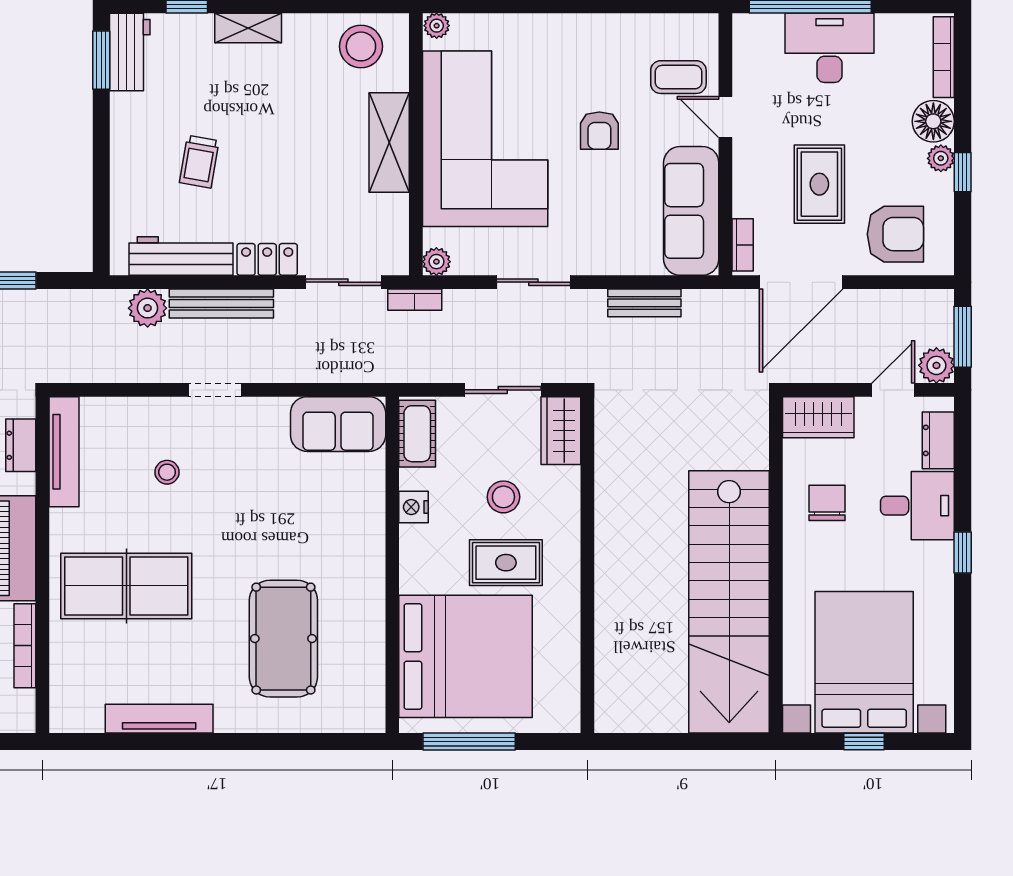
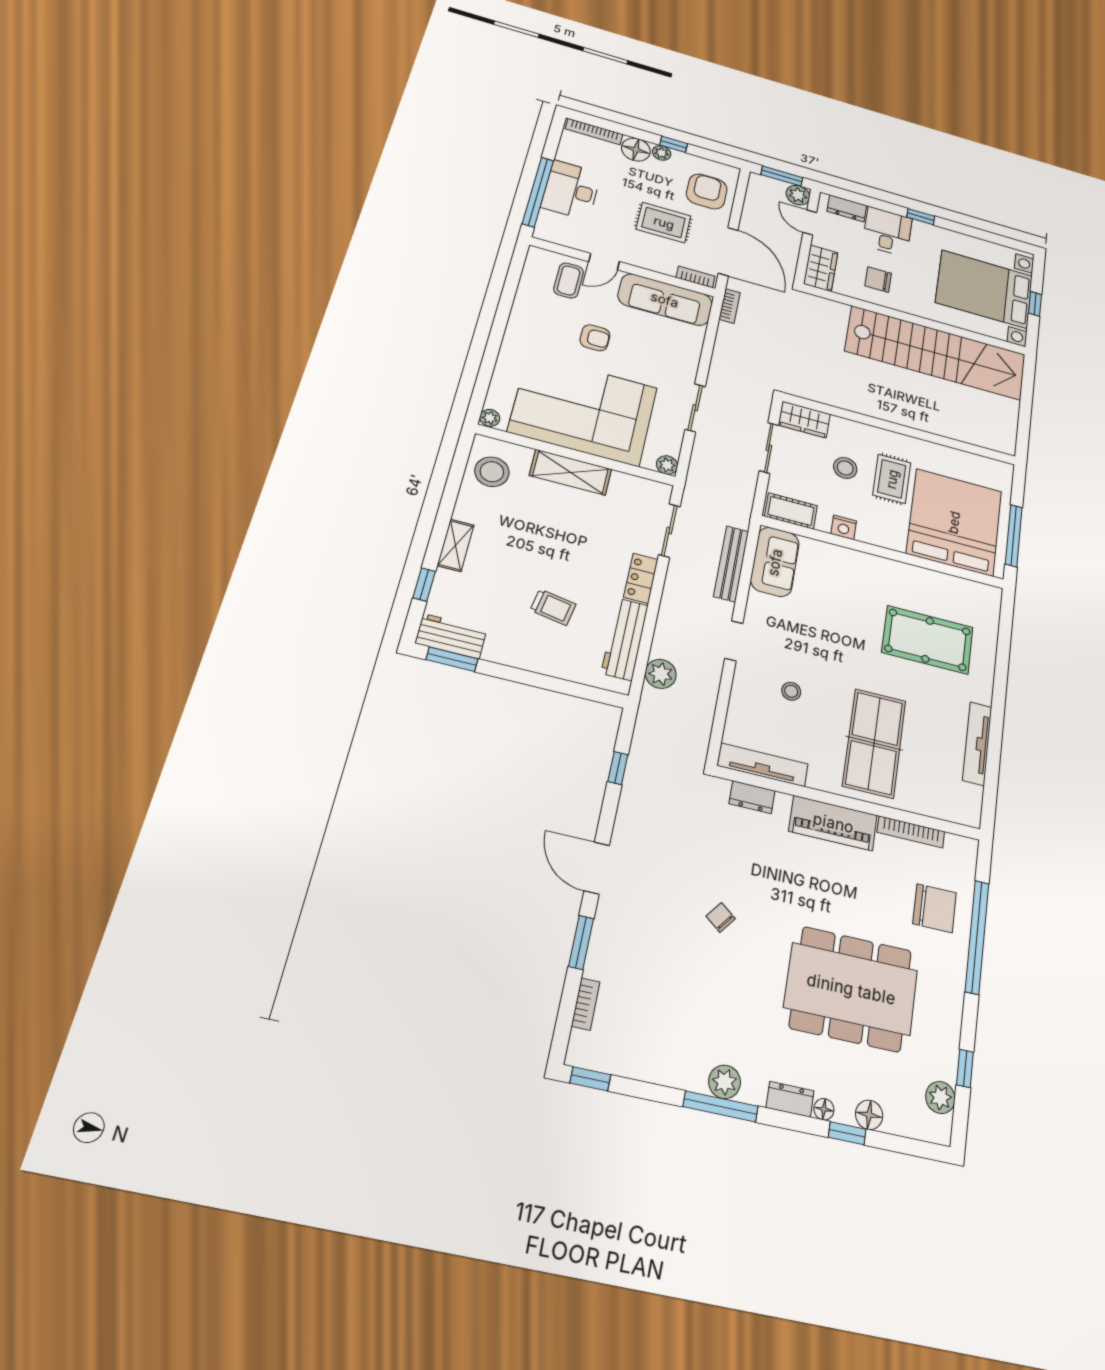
bookcase: (415, 300) -> (729, 306), moved
bench: (644, 303) -> (724, 345), removed
bench: (221, 304) -> (731, 564), moved

